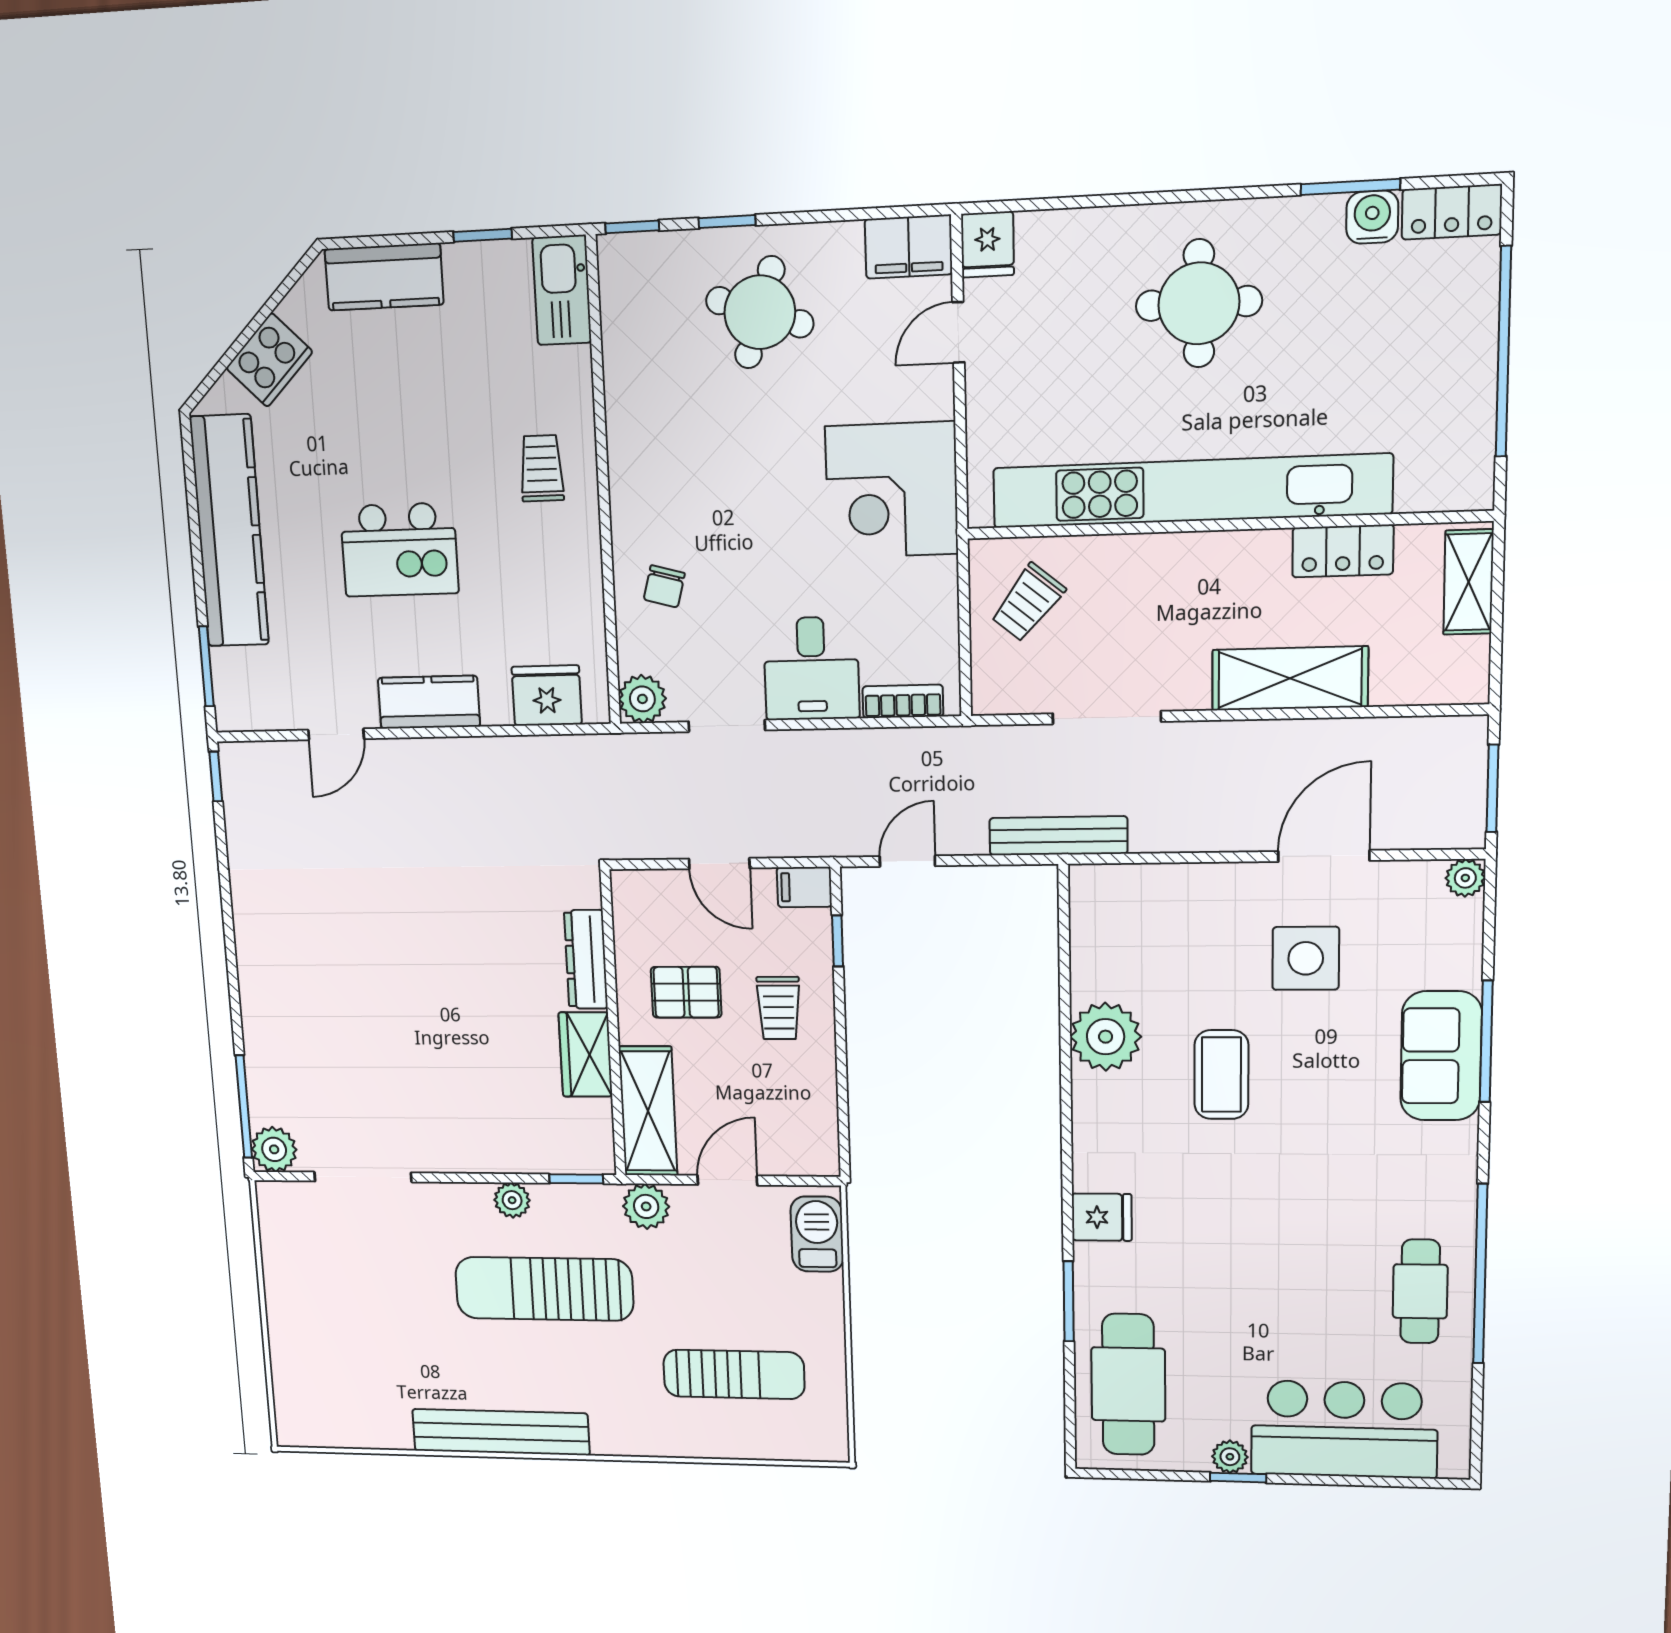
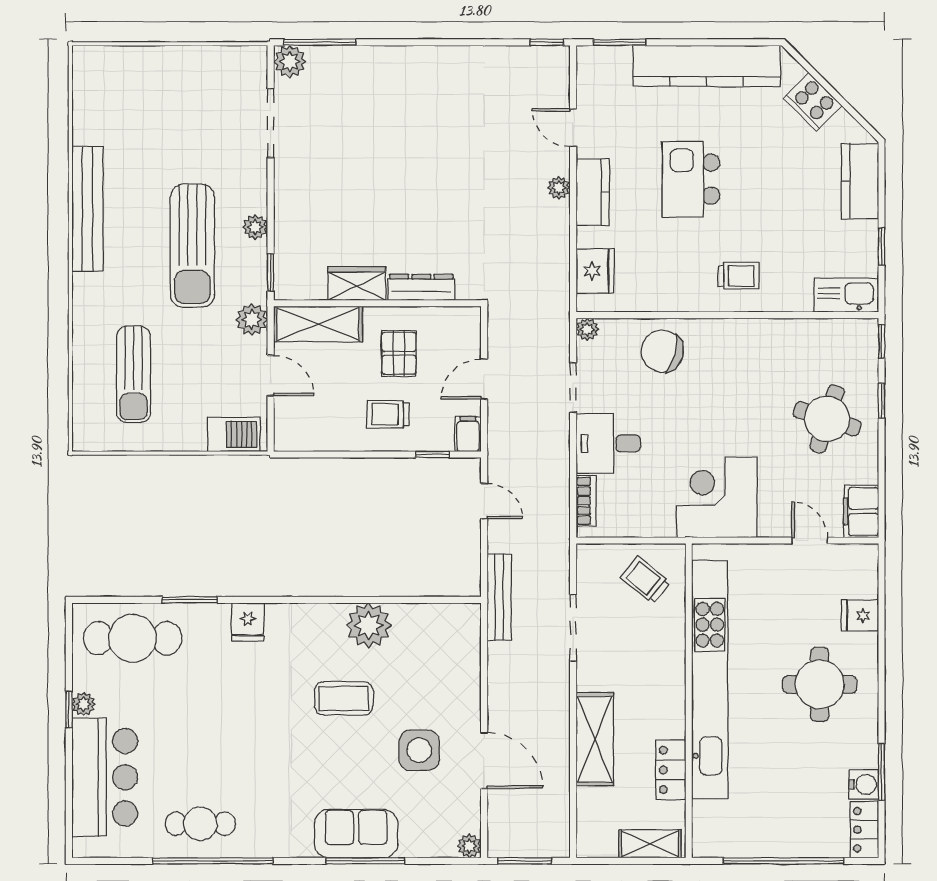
fridge: (987, 244) -> (860, 615), moved
chair: (664, 586) -> (662, 351), width x1.87, depth x1.87
plant: (642, 699) -> (587, 329), width x0.73, depth x0.73
plant: (426, 754) -> (559, 188), added
sun lounger: (544, 1289) -> (192, 246), turned 180

